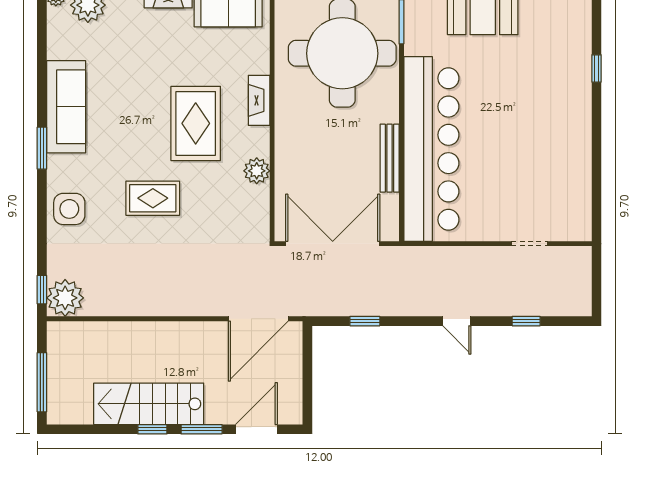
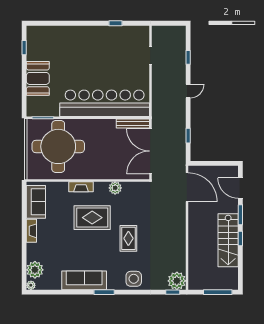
window: (596, 68) -> (116, 23), moved
bench: (390, 158) -> (133, 124), moved

